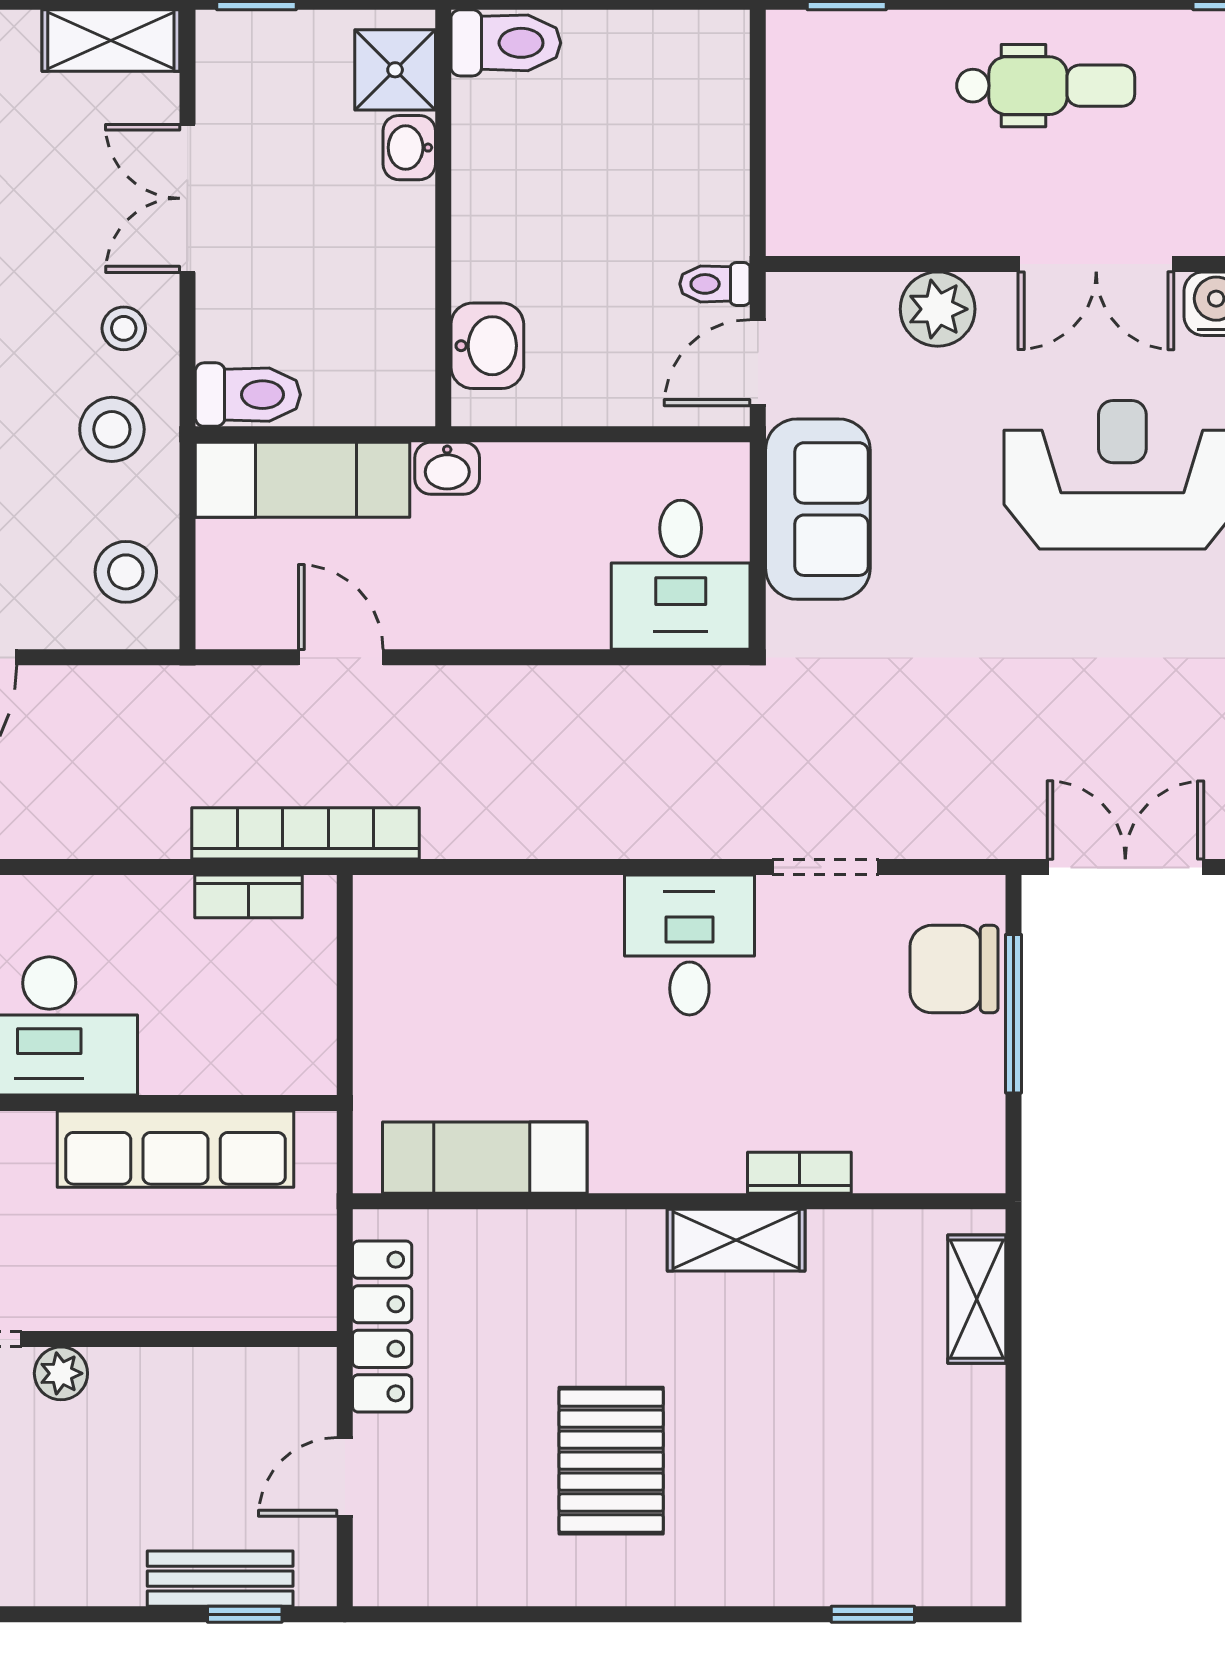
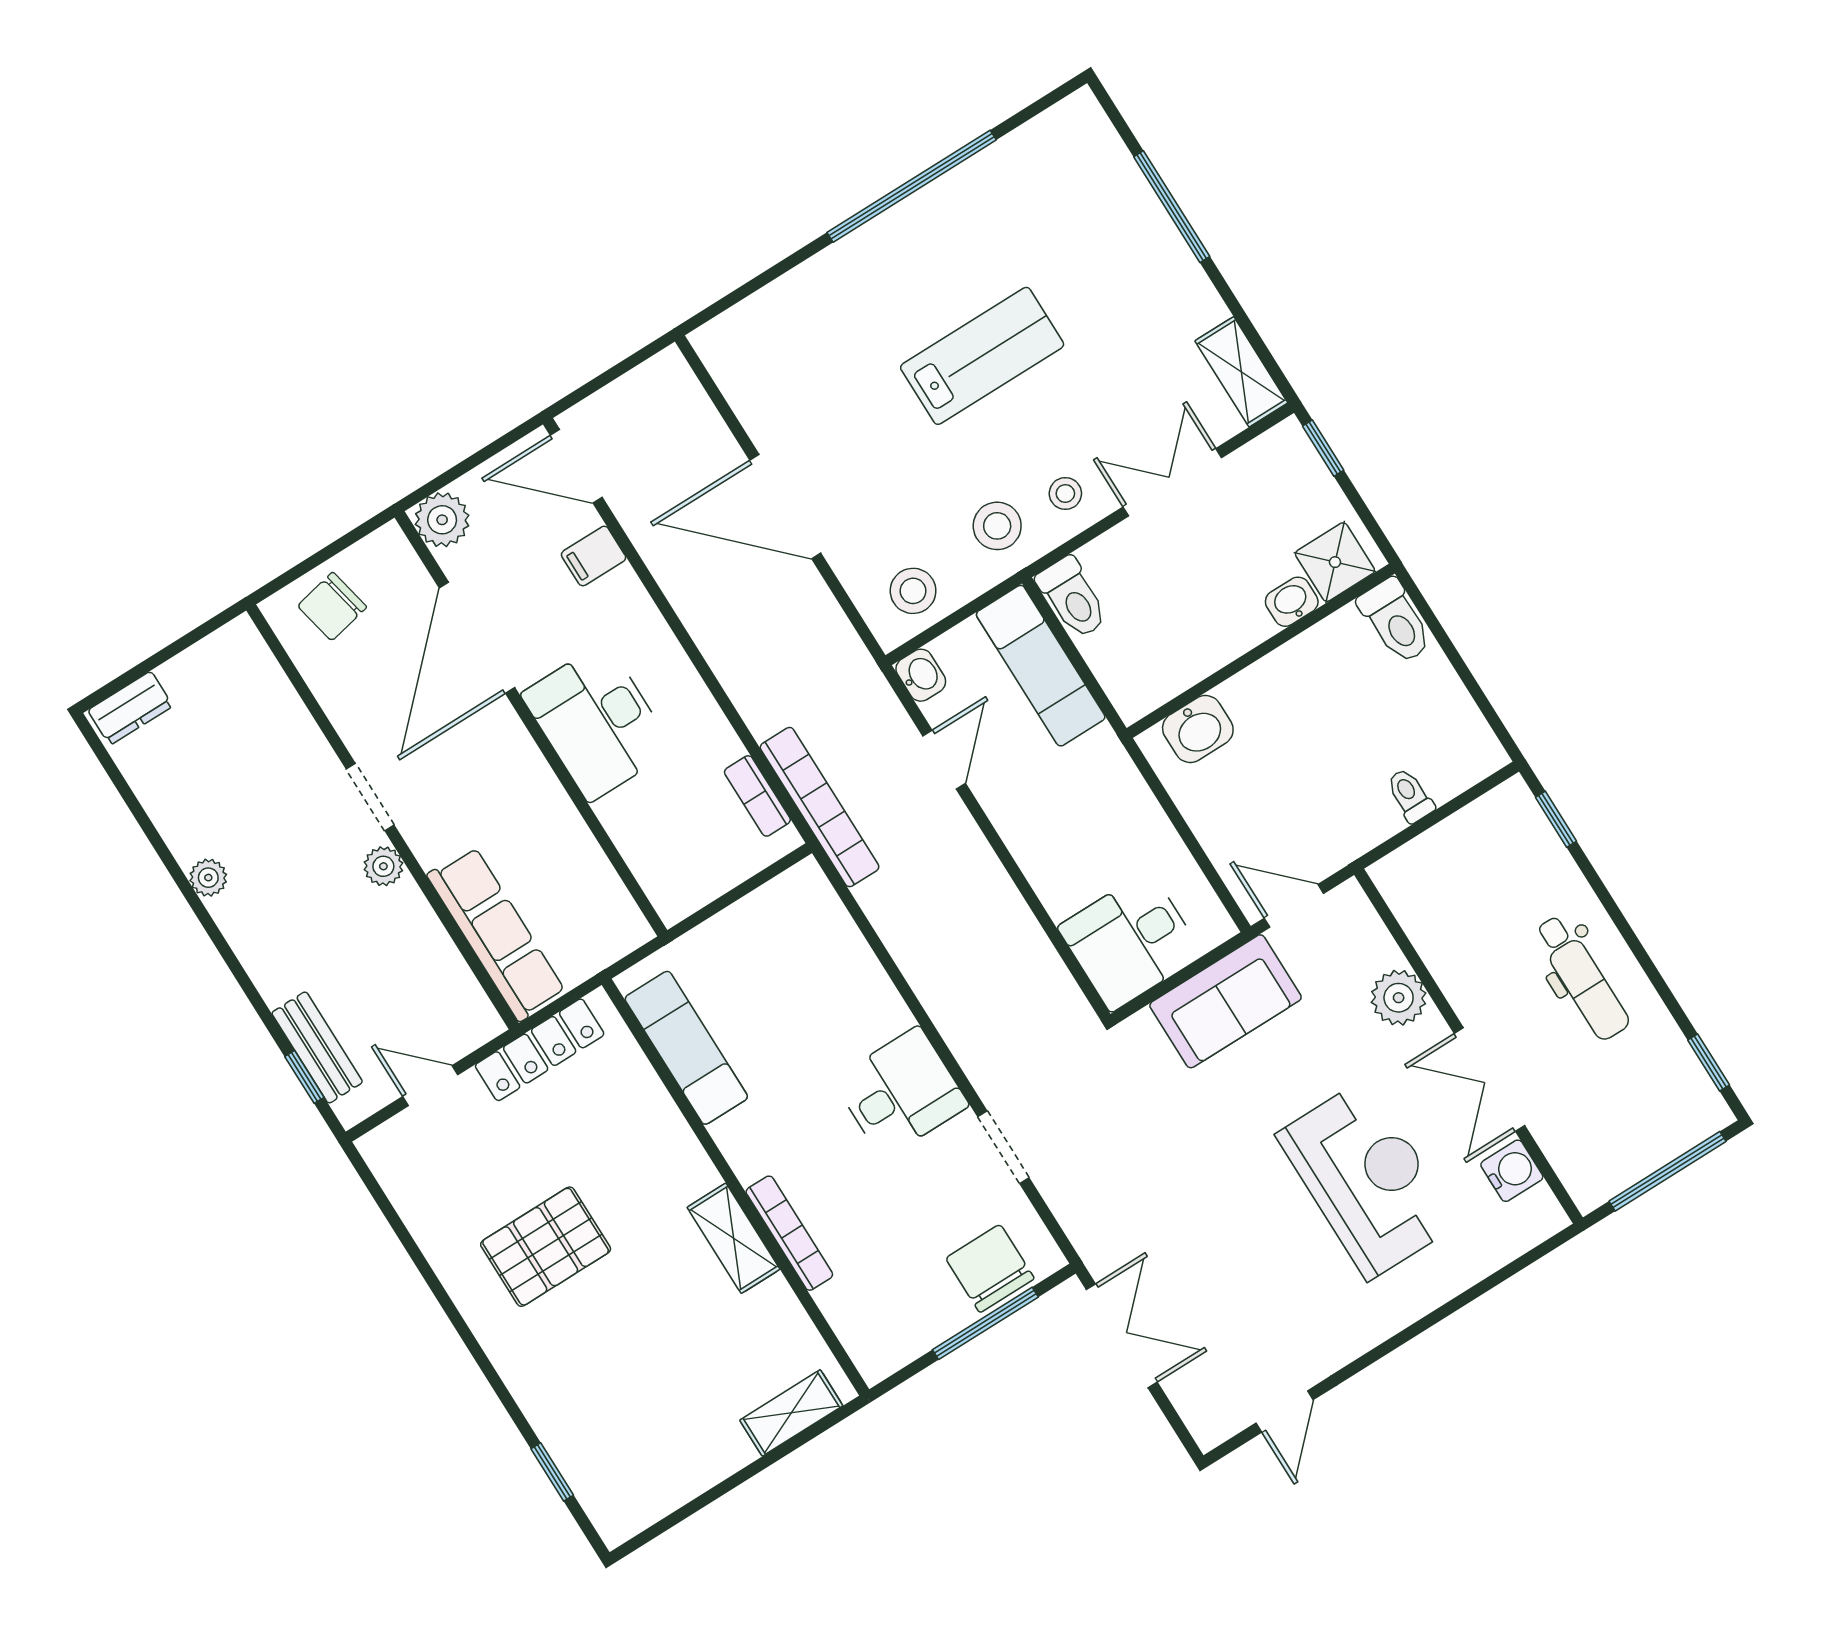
toilet: (715, 284) -> (1410, 795), moved
washbasin: (447, 468) -> (921, 675), moved, turned 180
row of seats: (175, 1149) -> (496, 934), moved, turned 180
bookcase: (799, 1173) -> (789, 1233), width x1.56

